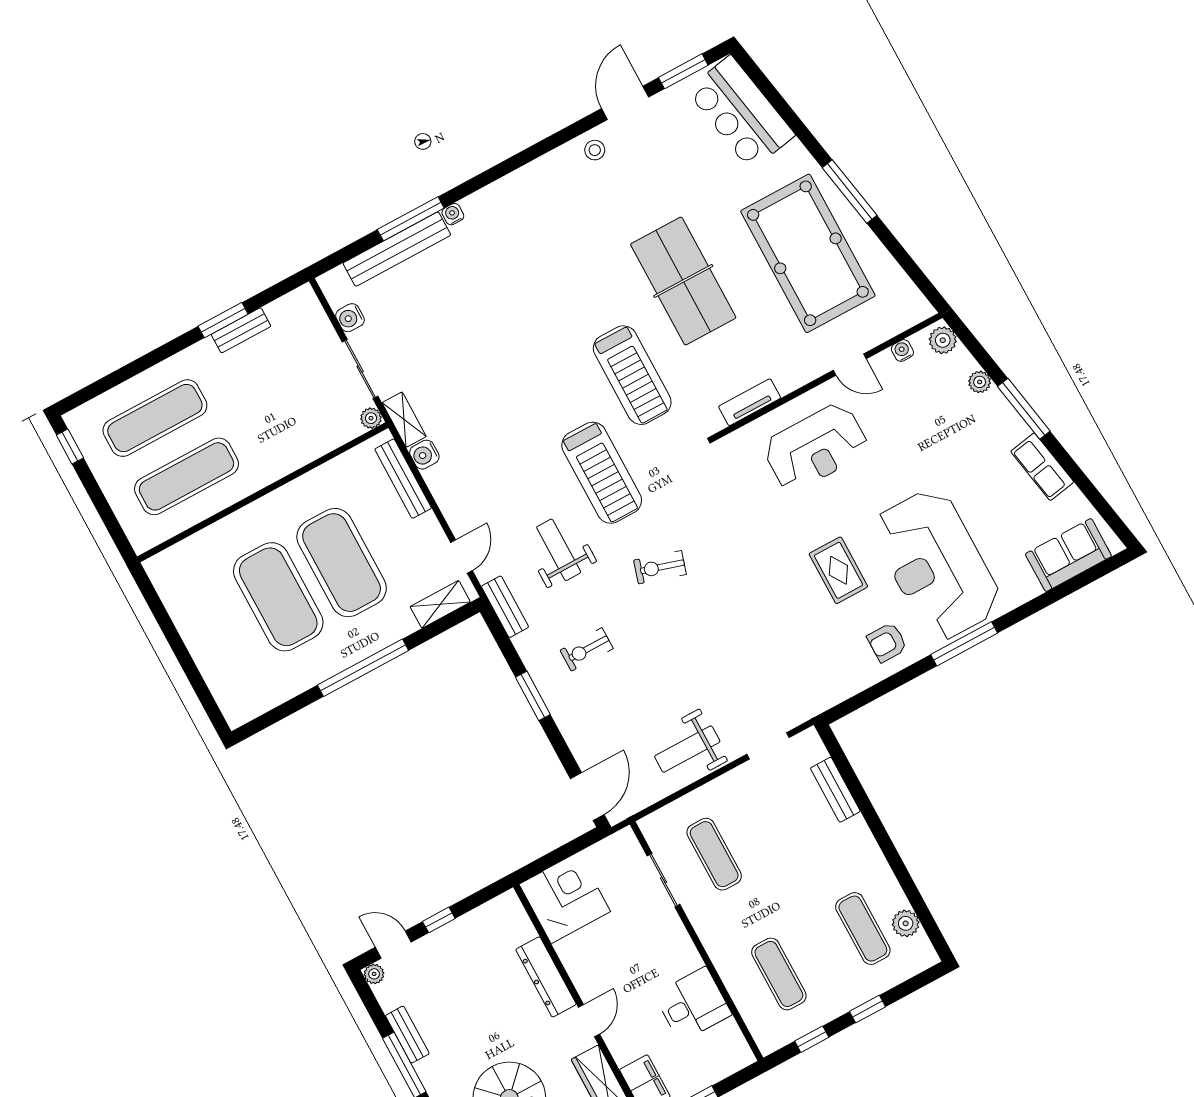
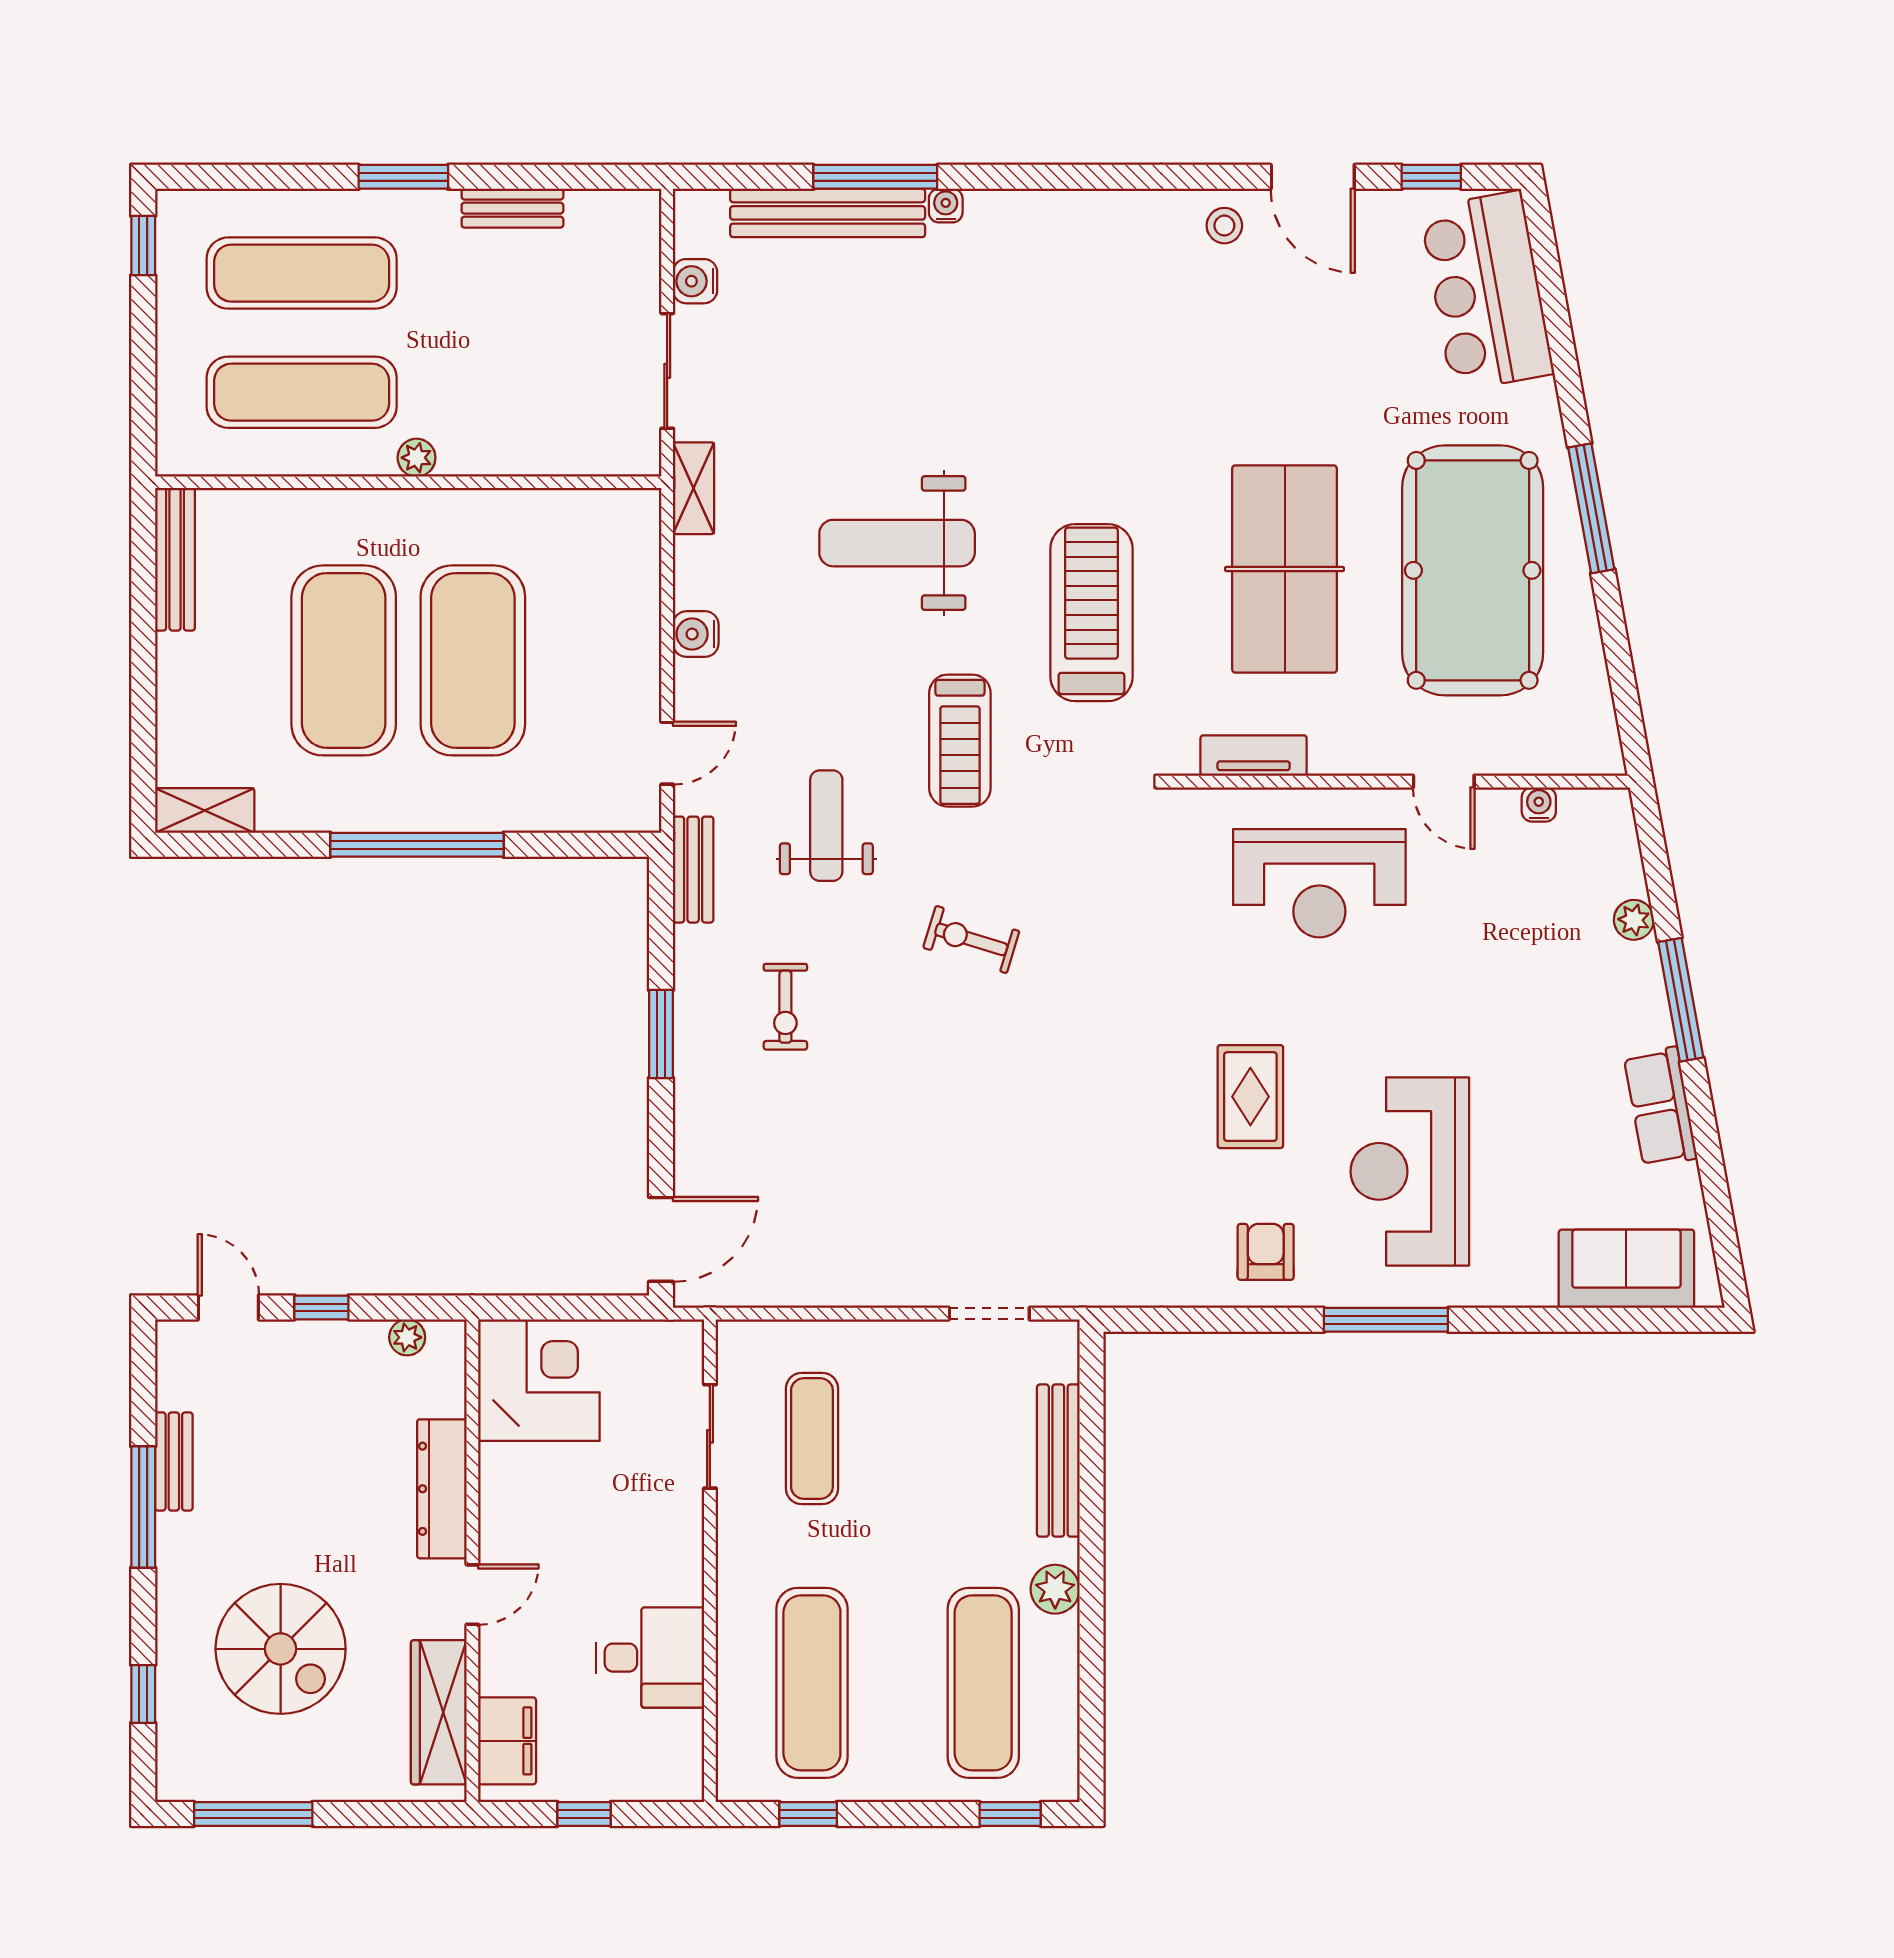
window: (683, 71) -> (1431, 177), width x0.67
door: (625, 103) -> (1313, 177), swing flipped
table tennis table: (683, 281) -> (1285, 569), moved
window: (223, 320) -> (403, 177), moved
plant: (943, 340) -> (1611, 823), removed
treadmill: (632, 375) -> (1091, 613), turned 180
plant: (371, 418) -> (417, 458), moved
water cooler: (424, 455) -> (696, 634), moved
treadmill: (602, 473) -> (960, 741), width x0.73, depth x0.73
bench: (403, 479) -> (175, 559), moved
reception desk: (936, 565) -> (1410, 1171), width x0.74, depth x0.77
shelving: (440, 604) -> (205, 811), moved
armchair: (887, 642) -> (1266, 1252), turned 90
exercise bike: (587, 649) -> (785, 1007), turned -90
weight bench: (687, 749) -> (897, 543), moved, width x1.36, depth x1.33
bench: (835, 790) -> (1058, 1461), width x1.36
plant: (906, 923) -> (1055, 1589), moved
exercise mat: (863, 929) -> (983, 1683), width x1.36, depth x1.45
plant: (374, 974) -> (407, 1337), moved
exercise mat: (779, 974) -> (812, 1683), width x1.36, depth x1.45
window: (867, 1009) -> (1010, 1814), moved

